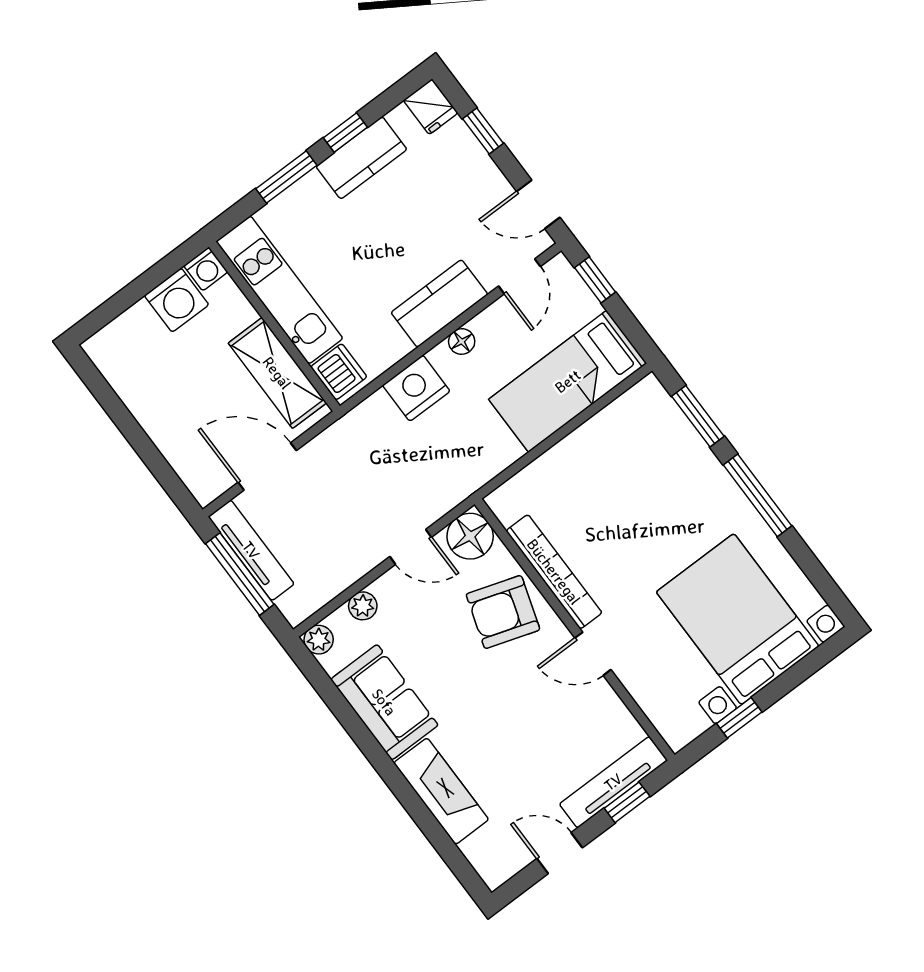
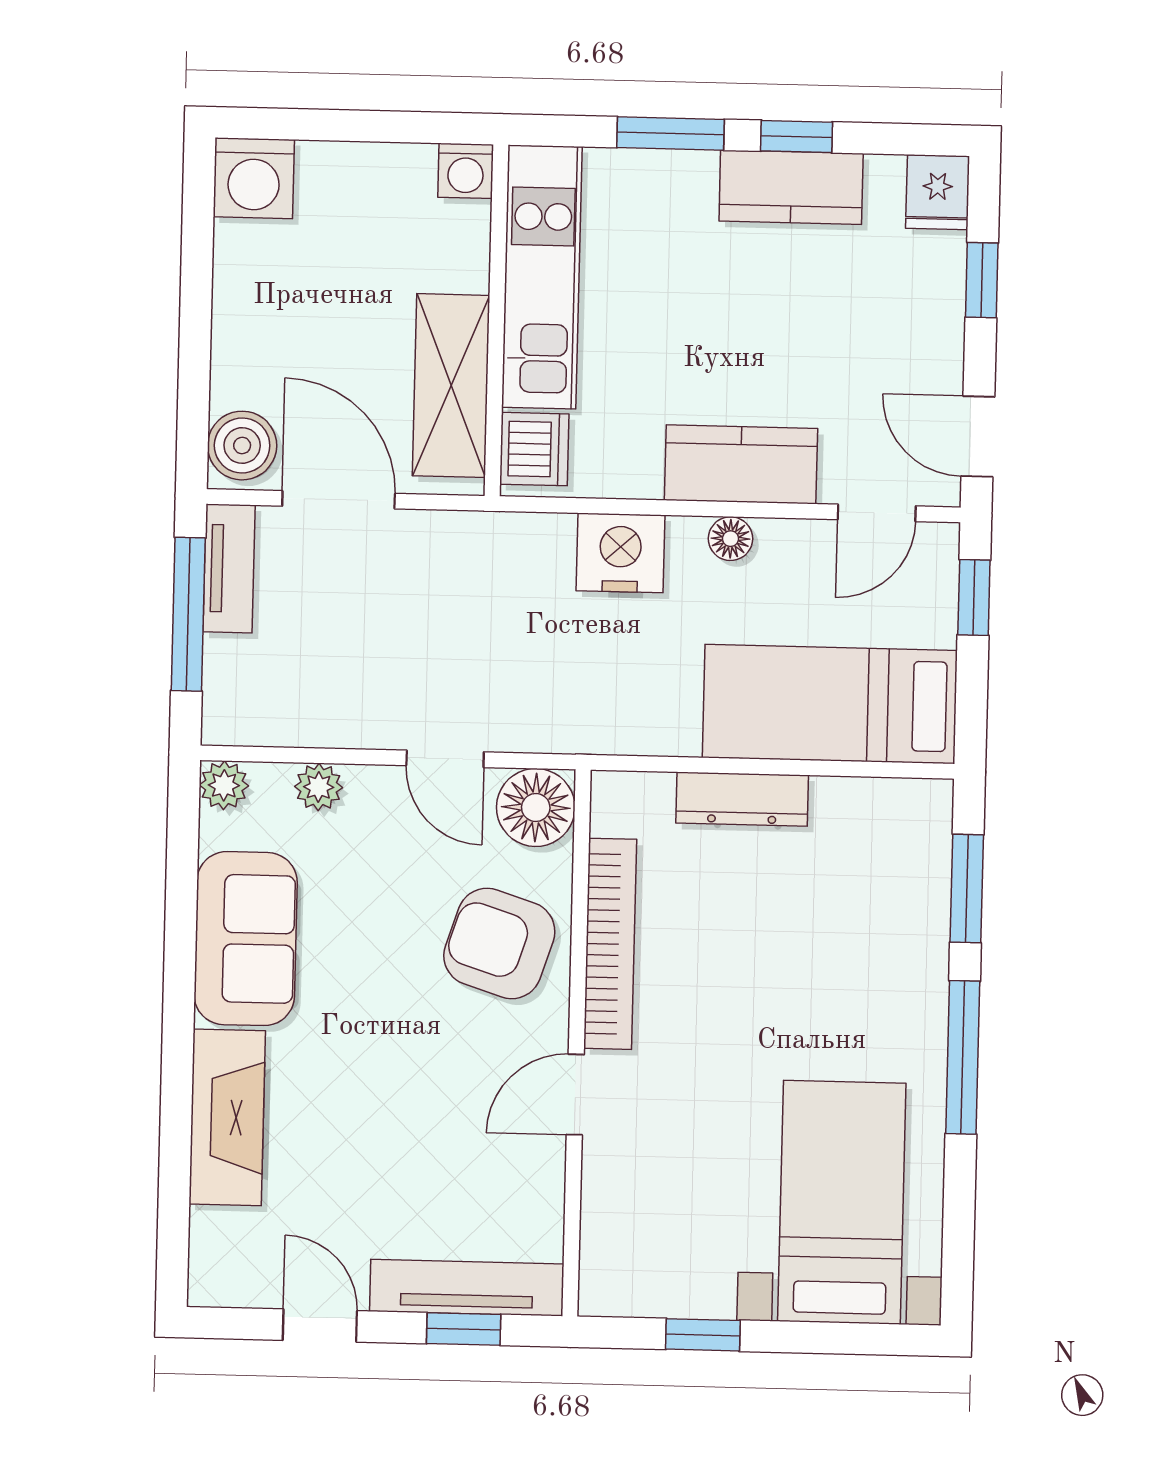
washing machine: (177, 300) -> (254, 178), moved
dresser: (562, 457) -> (742, 799), added
boiler: (203, 477) -> (242, 446), added
tv unit: (251, 550) -> (229, 568), width x0.71
bed with nightstands: (738, 619) -> (842, 1202), width x0.73
door: (593, 654) -> (575, 1095), hinge flipped

